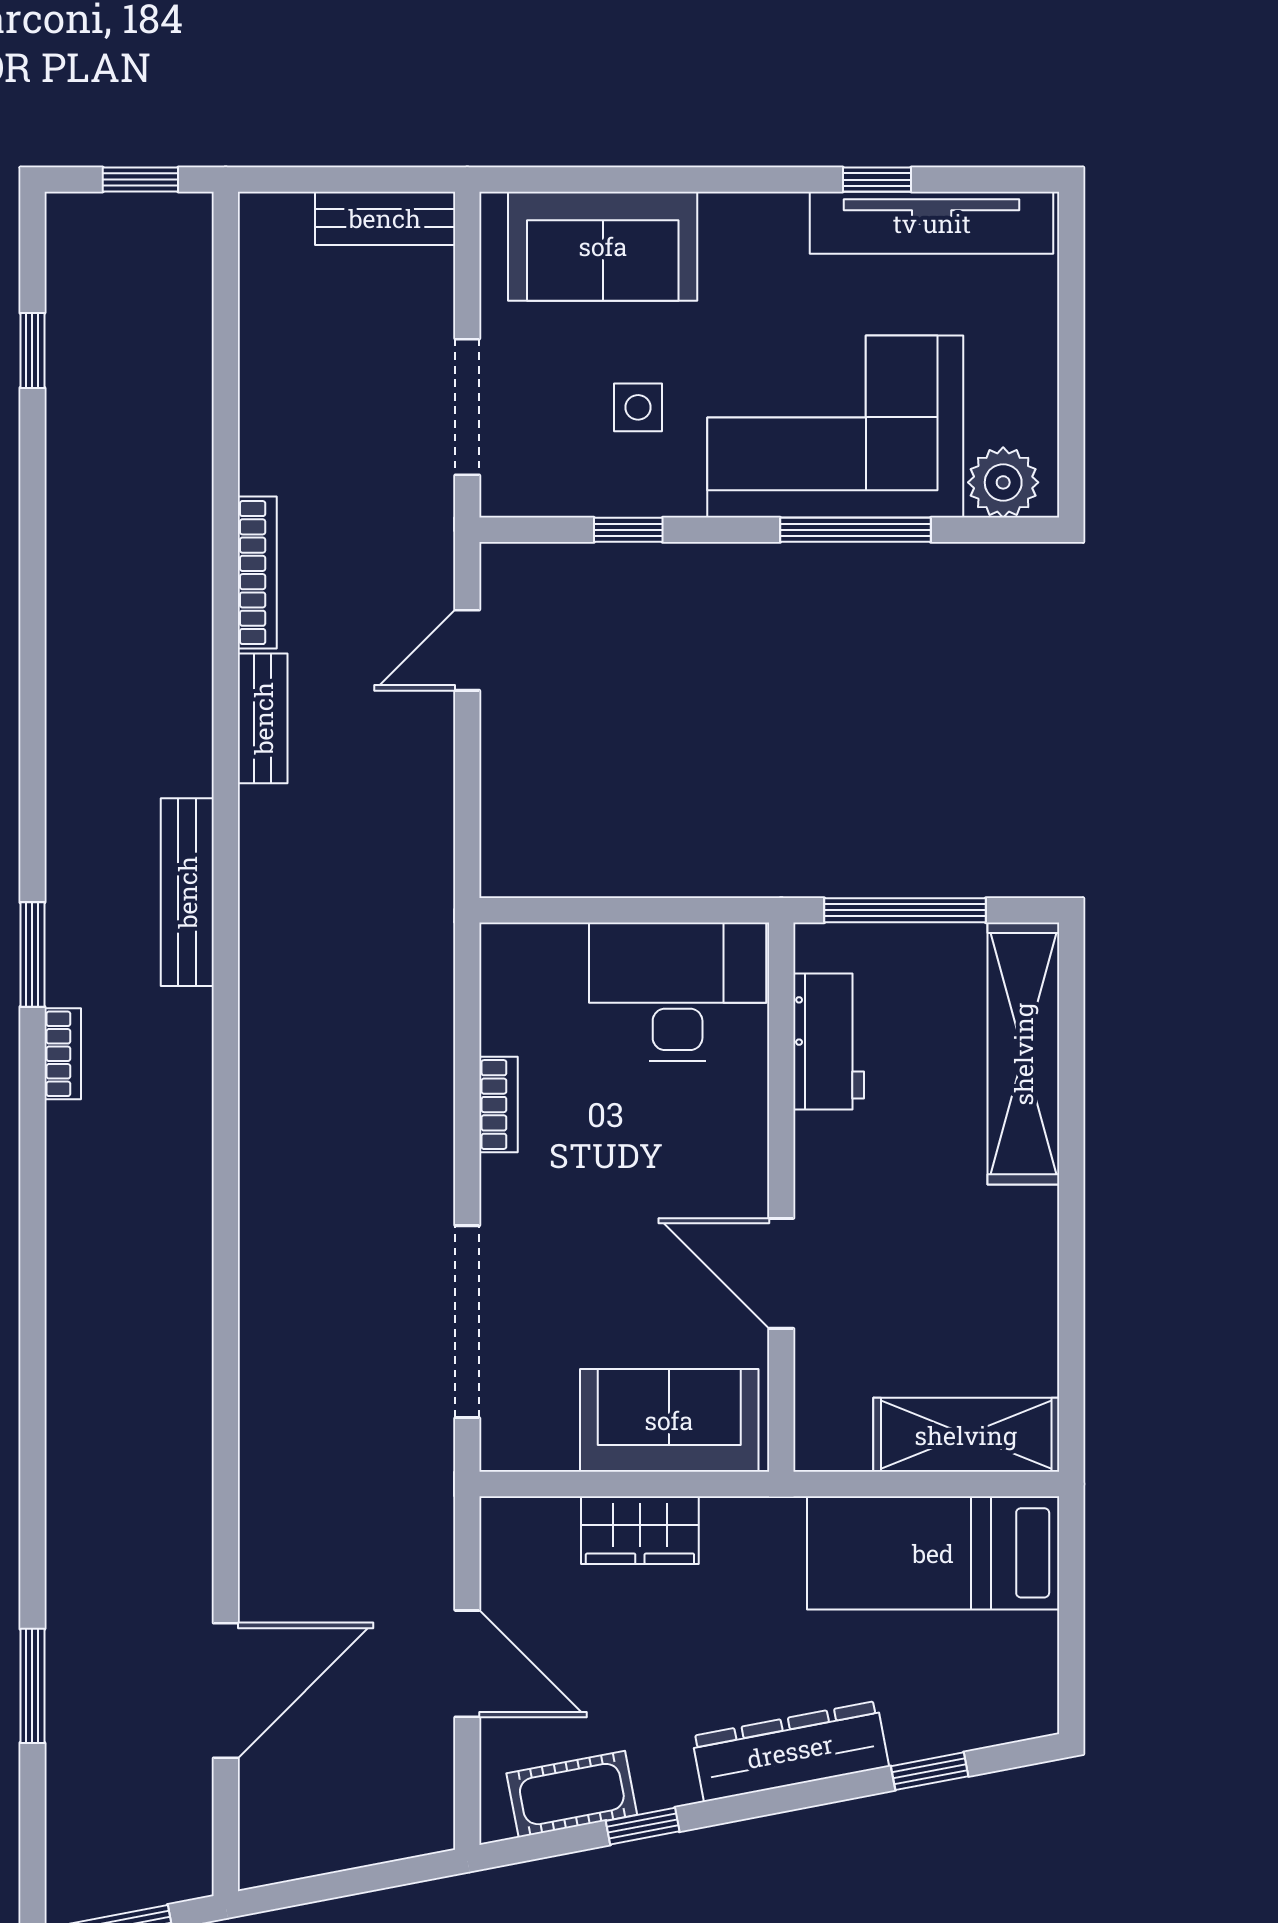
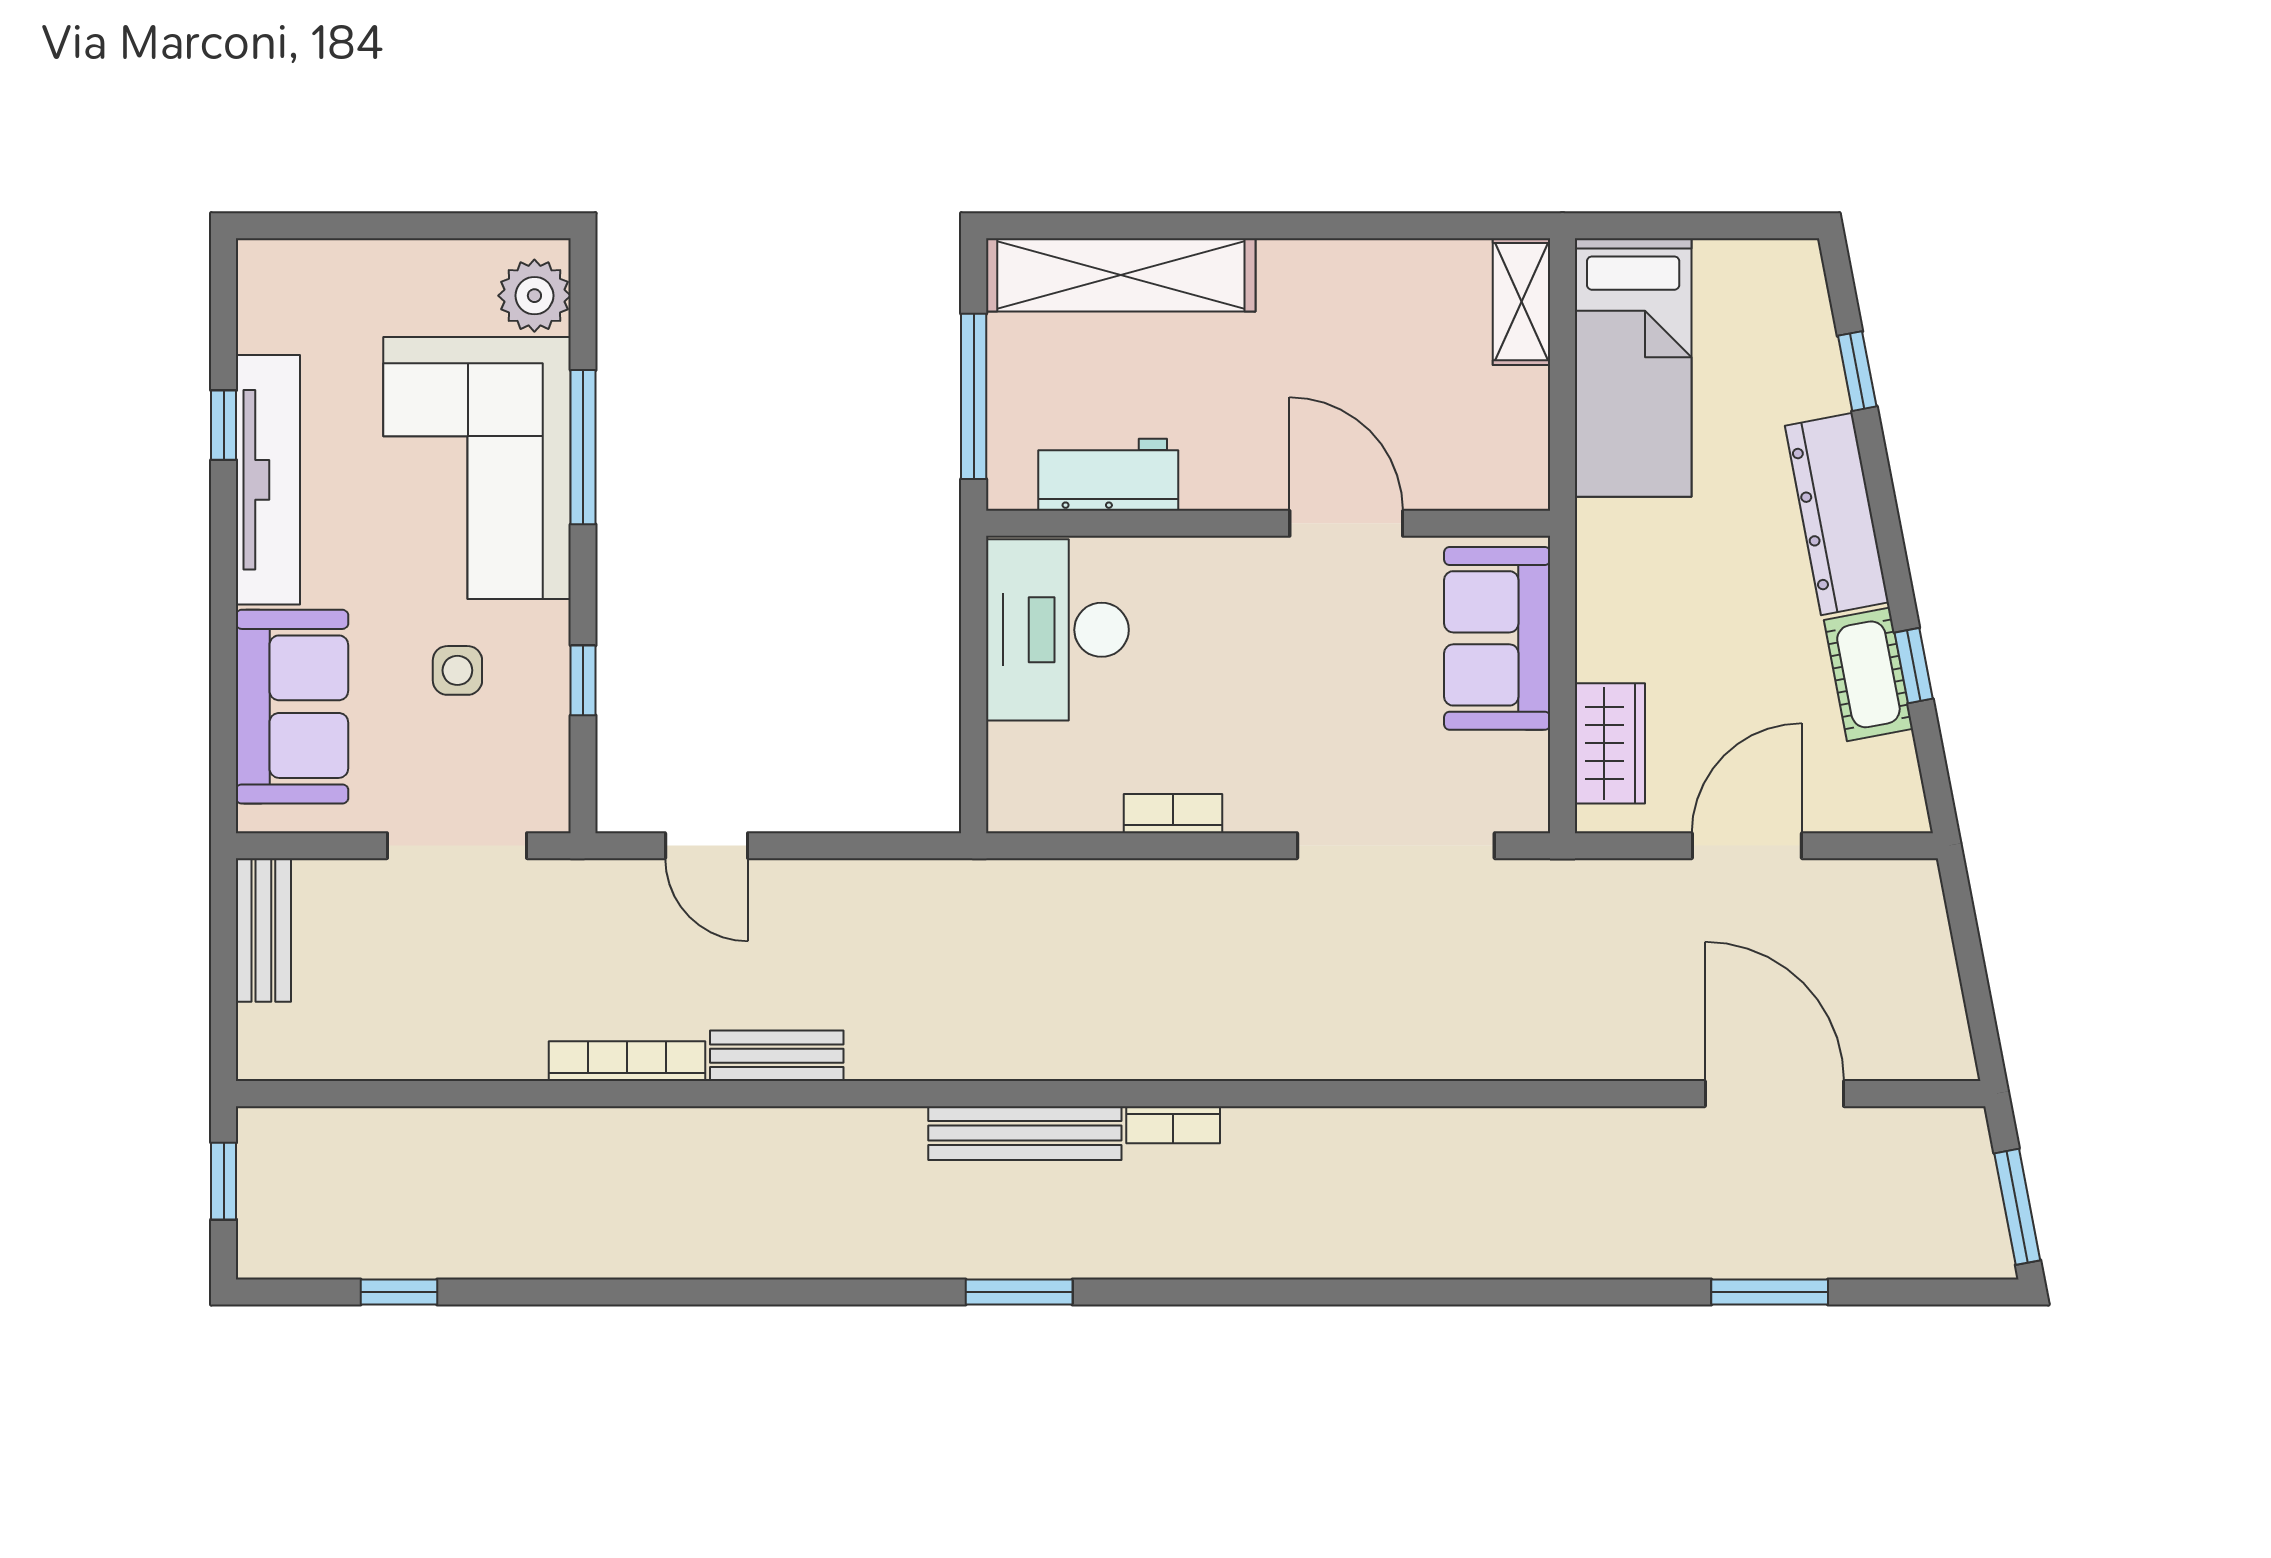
tv unit: (932, 223) -> (268, 480), moved
bench: (187, 892) -> (1025, 1133), moved
bookcase: (63, 1054) -> (1173, 1125), moved, turned 180
door: (781, 1273) -> (1346, 523), swing flipped
shelving: (966, 1435) -> (1522, 302), width x0.67, depth x0.75
wardrobe: (640, 1530) -> (1610, 743), moved
cot: (572, 1794) -> (1868, 674), moved

